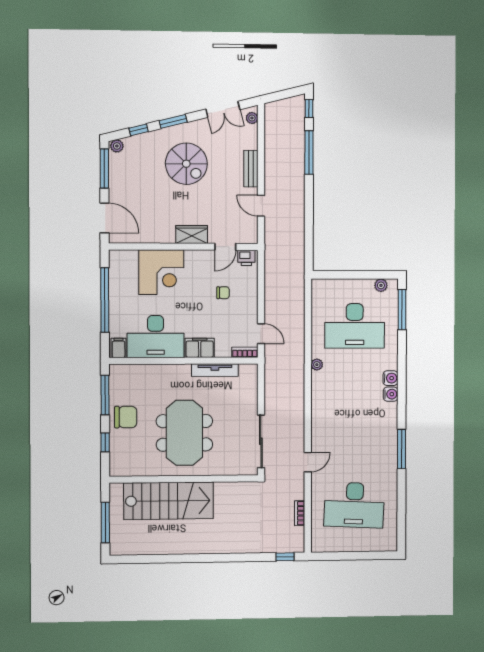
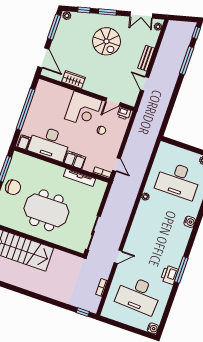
wardrobe: (192, 234) -> (74, 80), moved
corner desk: (161, 272) -> (83, 110), moved
water cooler: (391, 394) -> (153, 328), moved
meeting table: (184, 433) -> (46, 210), turned 90
printer: (388, 462) -> (169, 275), added

